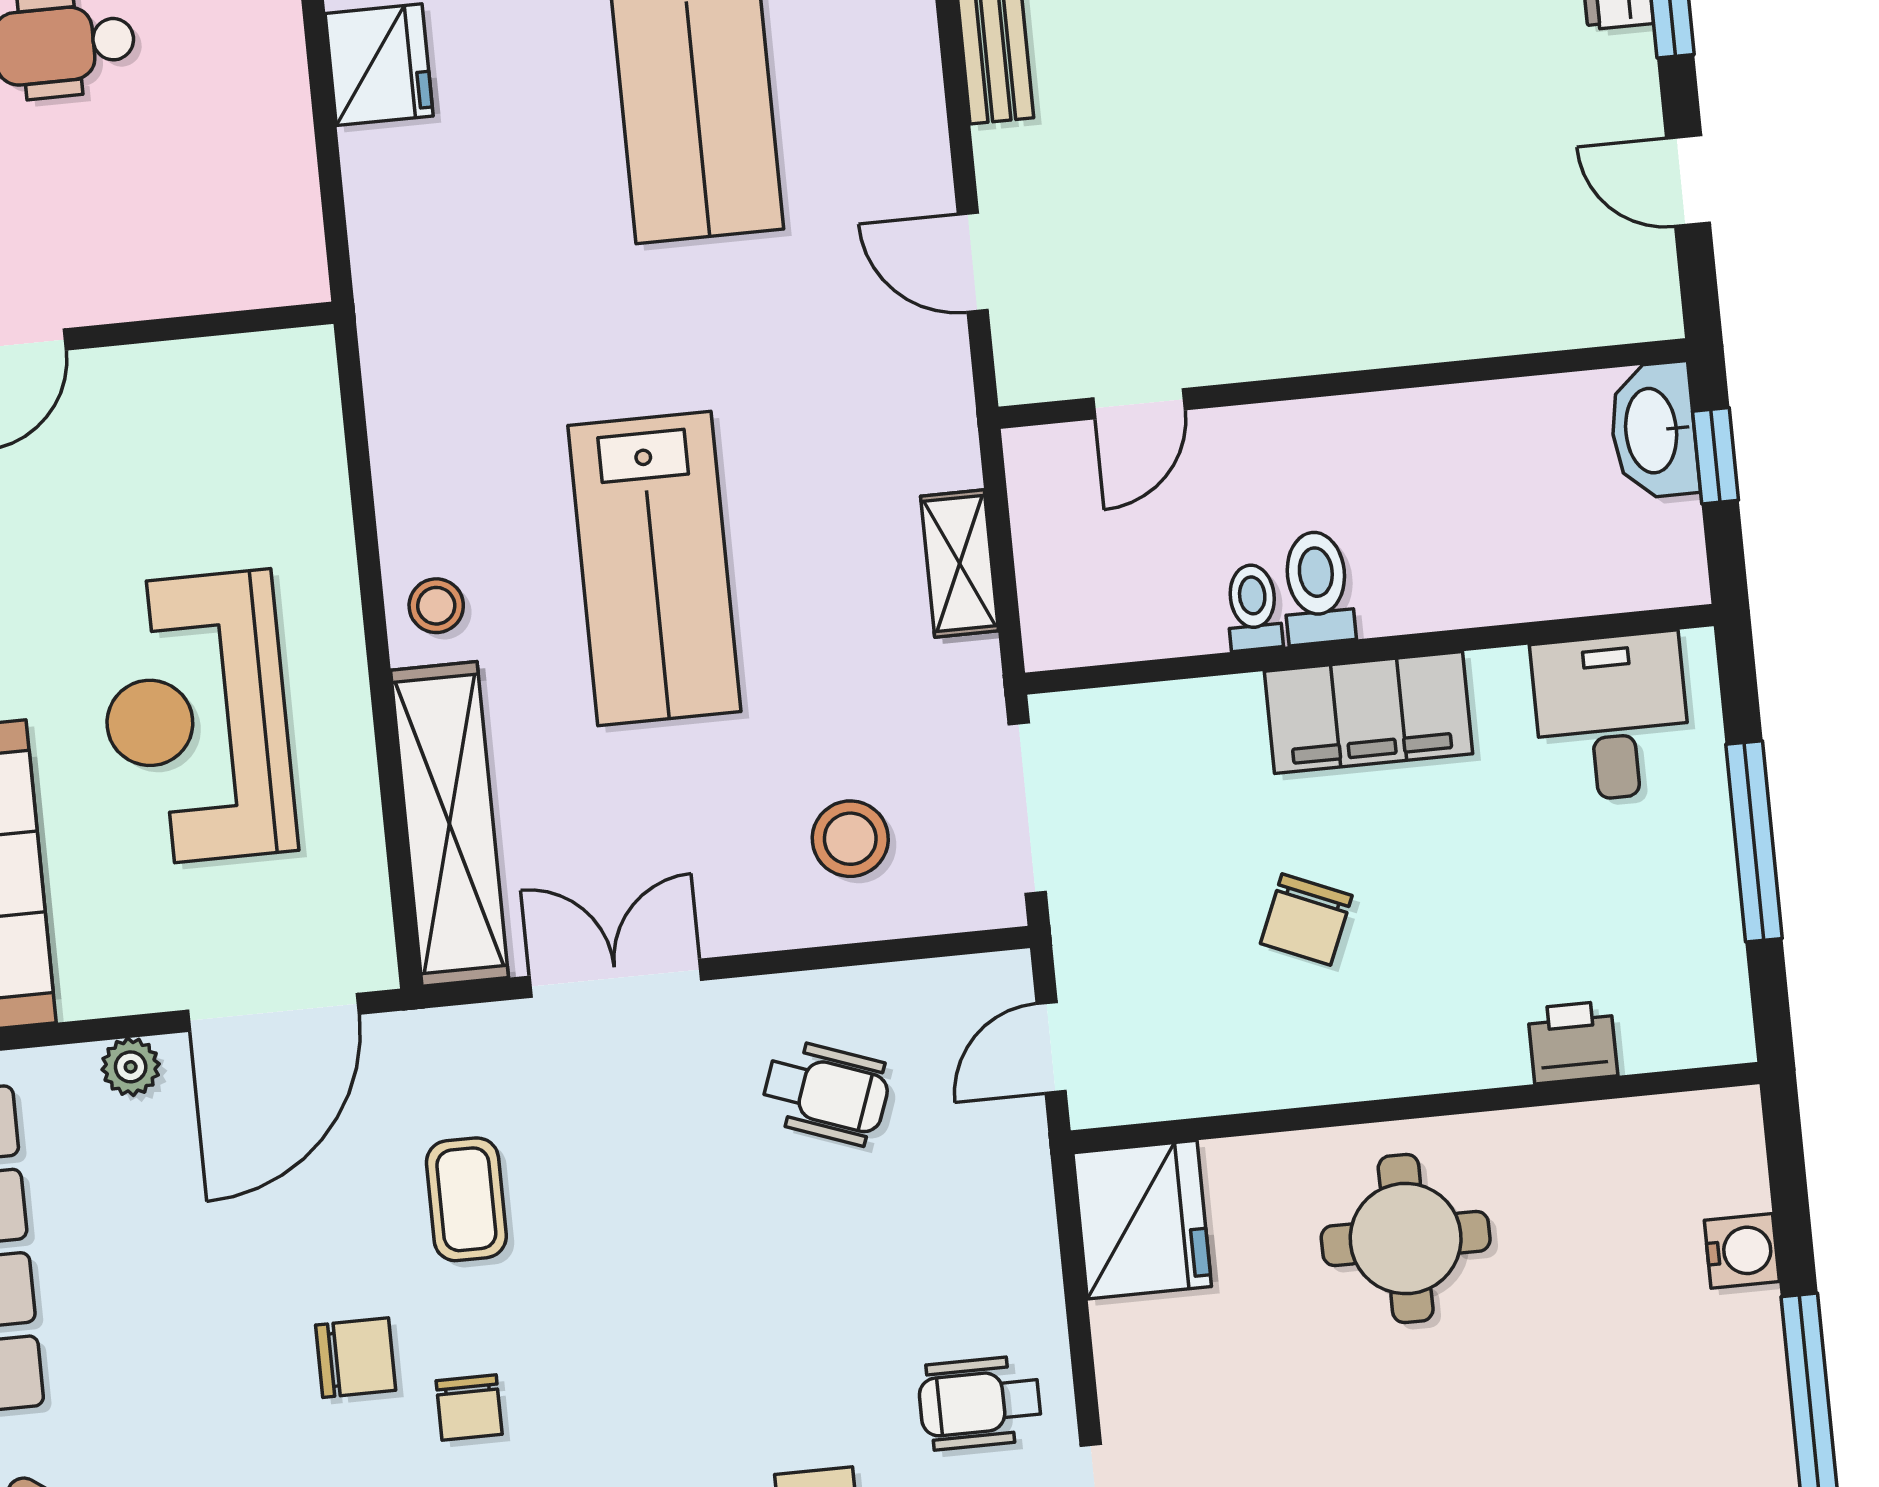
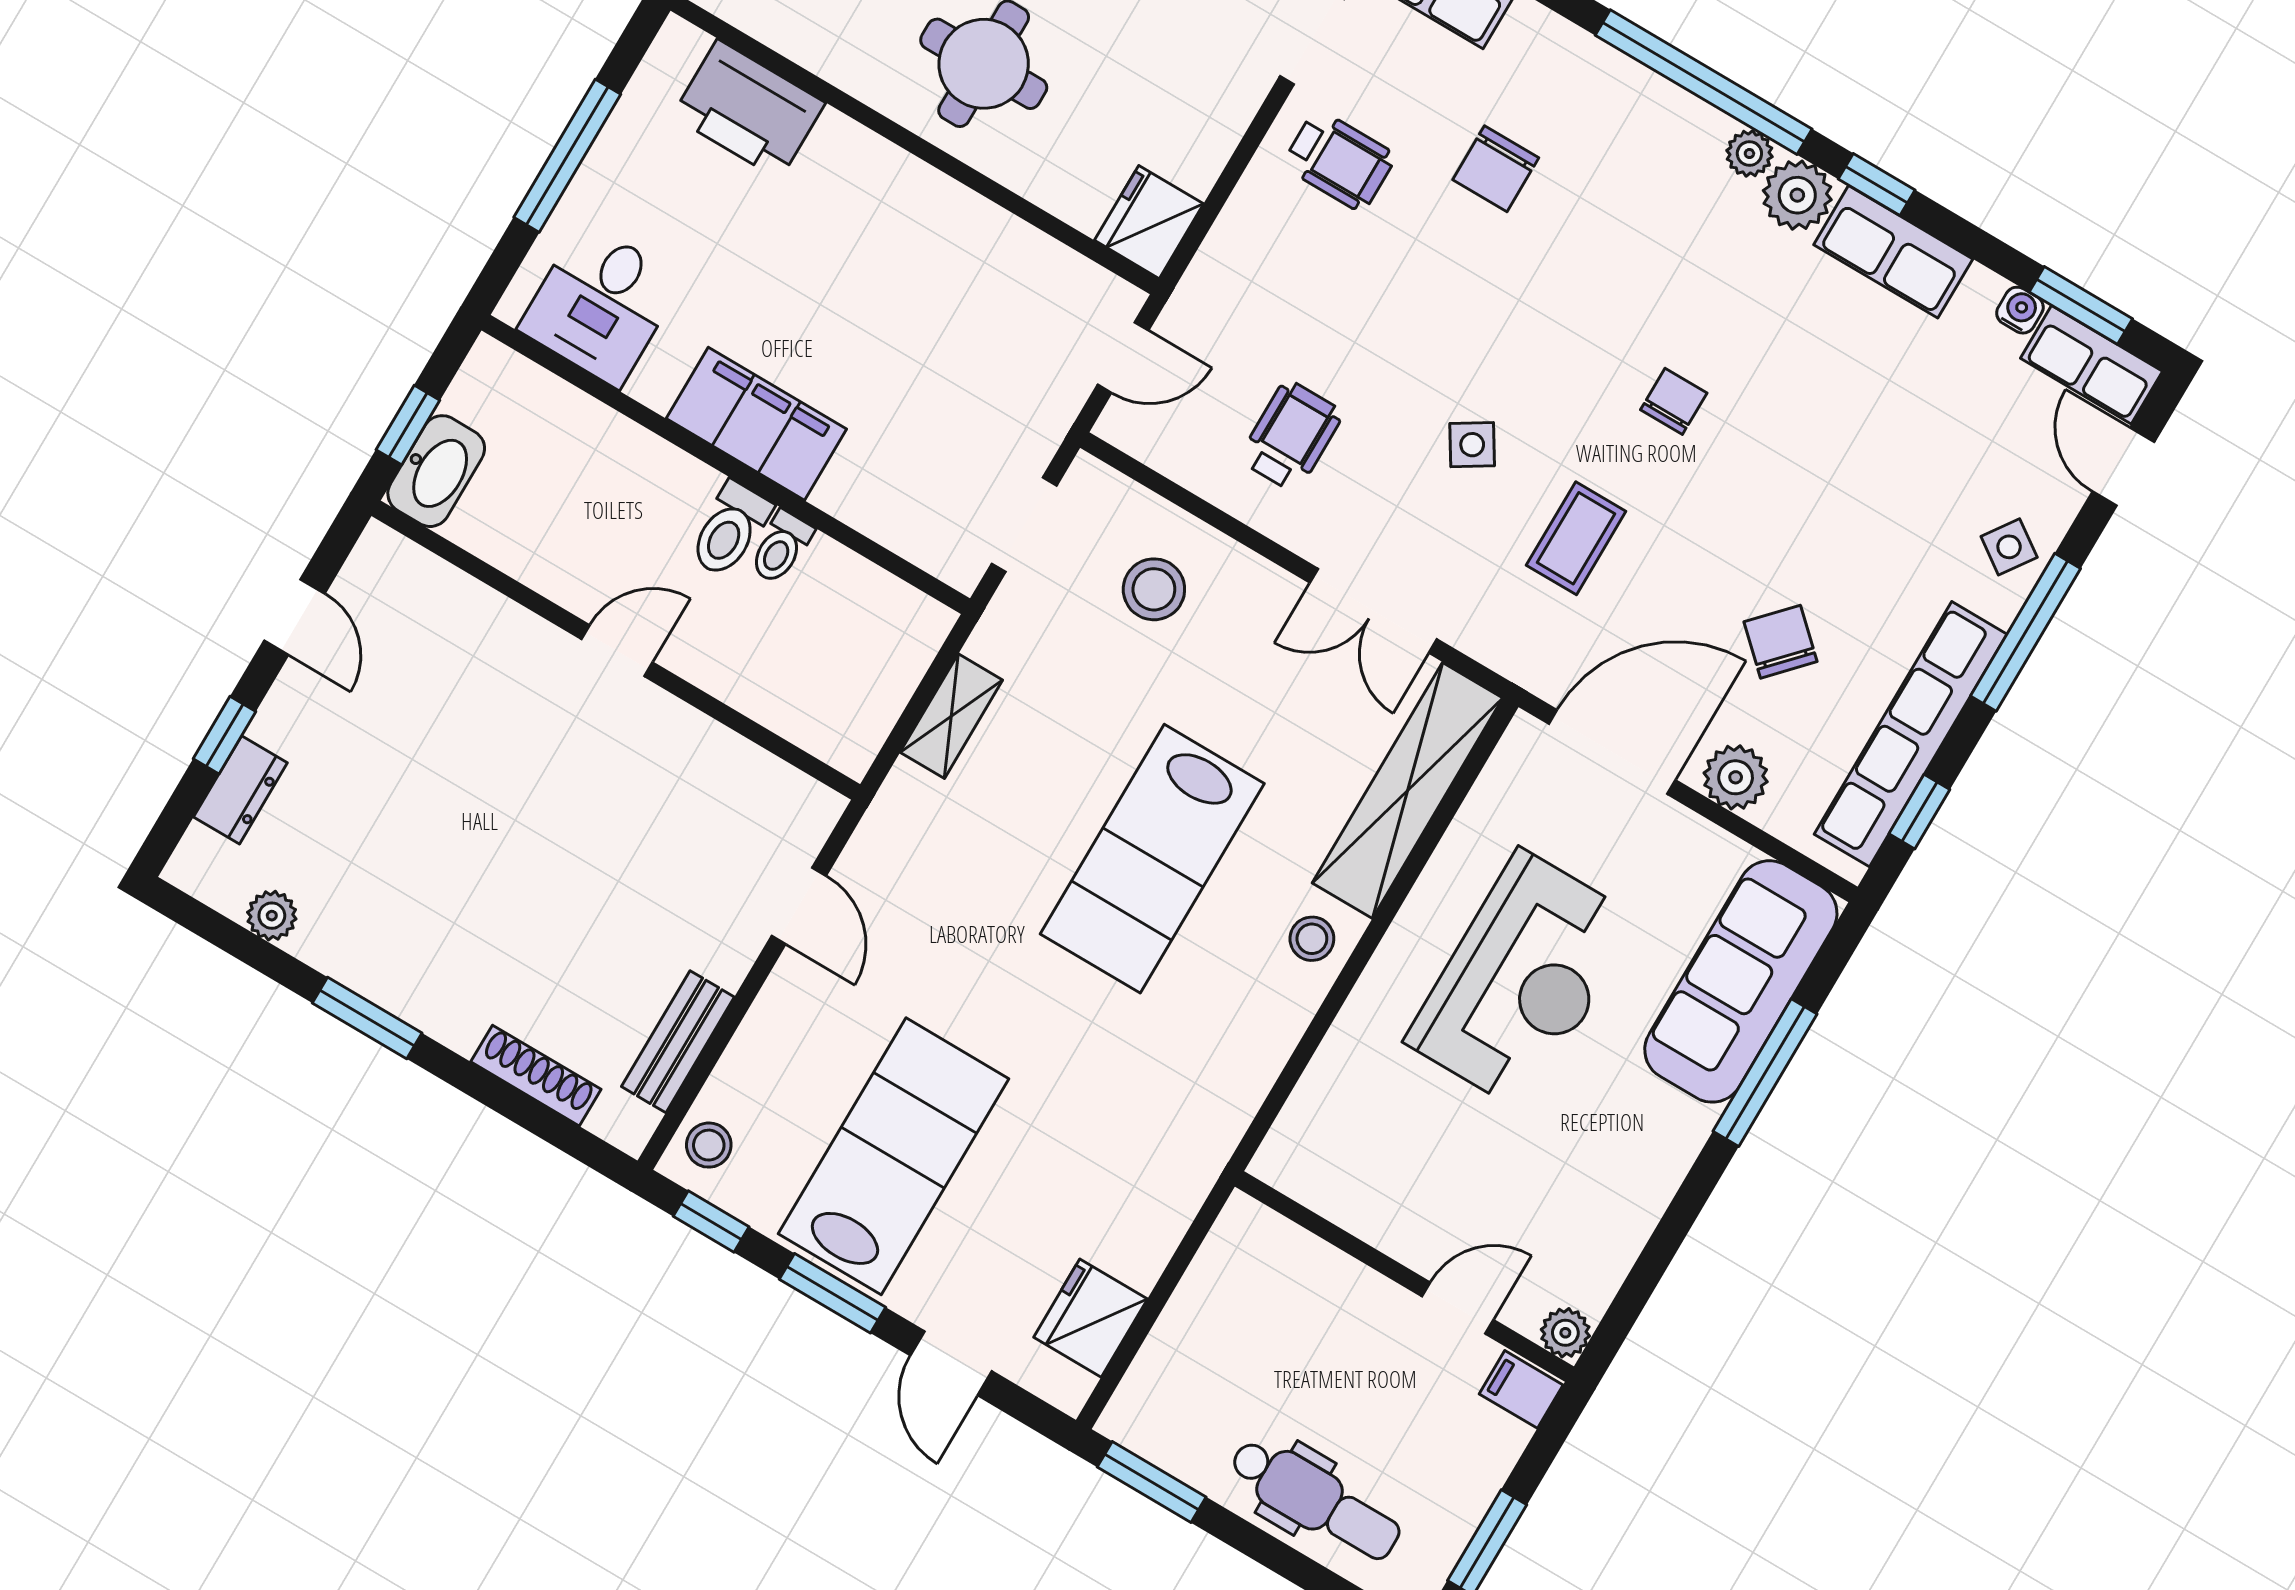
door: (1139, 404) -> (617, 651), moved
lab bench: (654, 569) -> (1152, 859), turned 180
doorway: (1027, 808) -> (1024, 525), width x0.73
chair: (1306, 920) -> (896, 319), removed
printer: (1573, 1042) -> (749, 109), width x1.87, depth x1.48
plant: (131, 1067) -> (1736, 777), width x1.38, depth x1.38
wheelchair: (826, 1092) -> (1291, 436), turned 70
side table: (639, 1217) -> (1472, 445), added
fridge: (1142, 1220) -> (1149, 222), width x0.73, depth x0.75
chair: (356, 1358) -> (1781, 642), moved, turned 43

